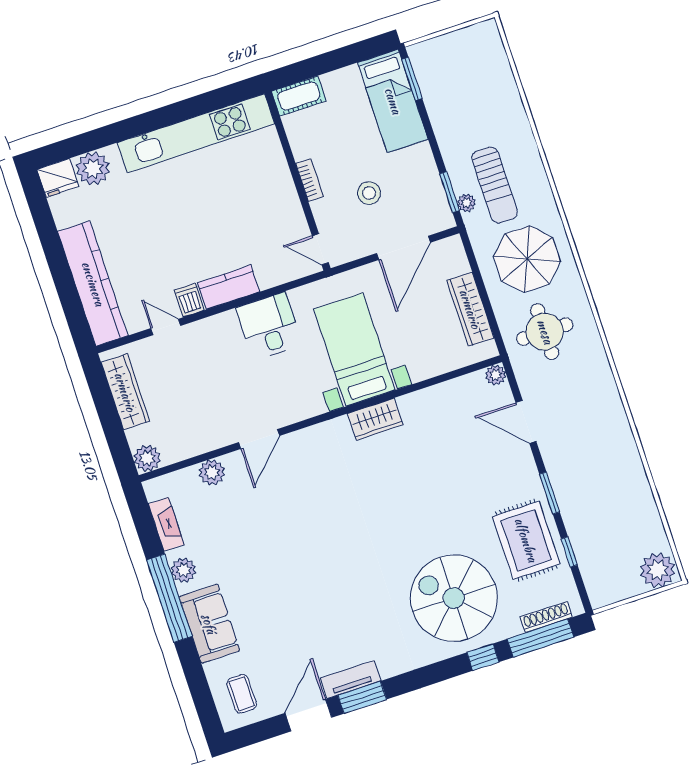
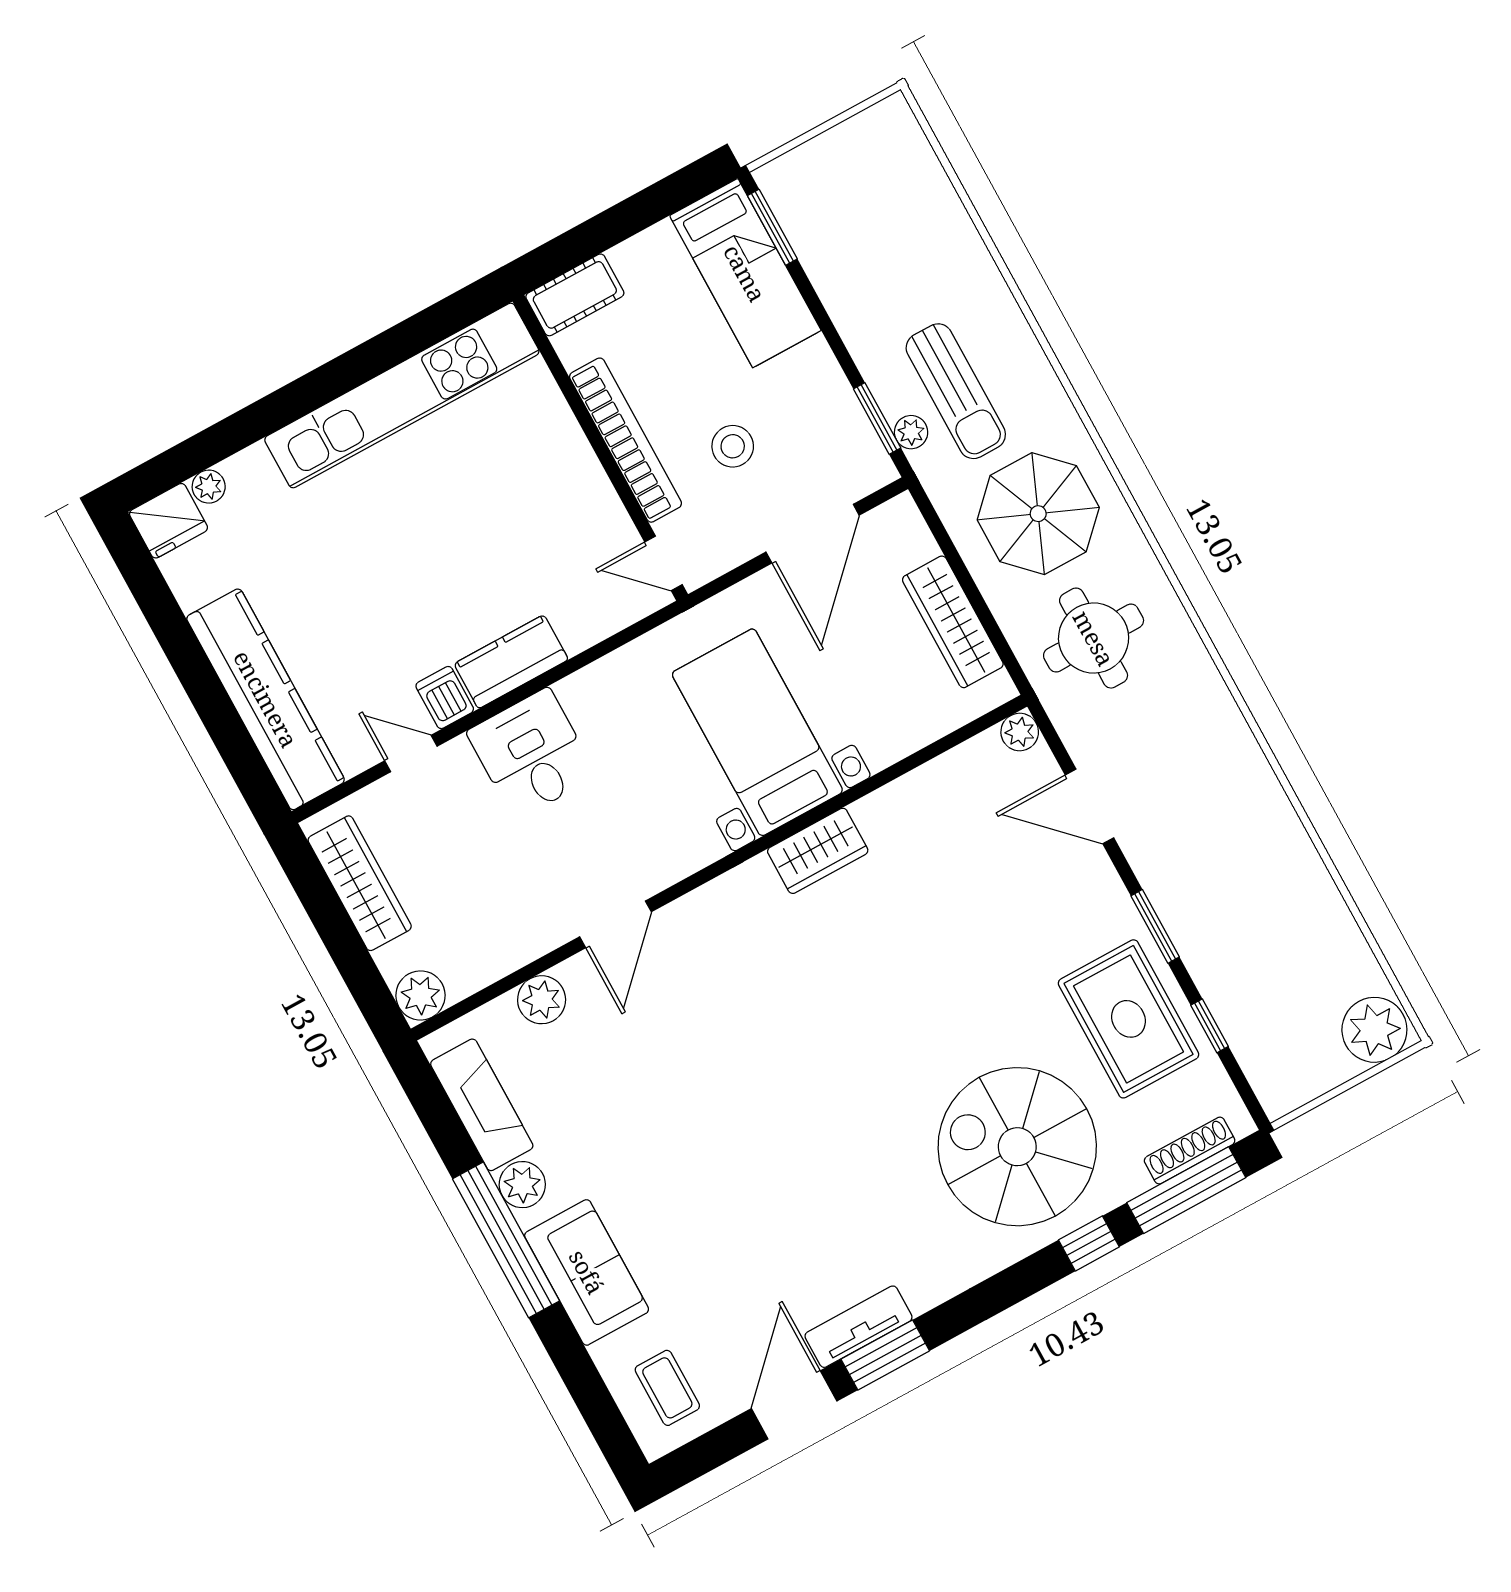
plant: (93, 168) -> (209, 487), width x0.53, depth x0.53
bookcase: (310, 180) -> (625, 440), width x2.31, depth x1.31
desk: (269, 326) -> (532, 754), moved
fireplace: (166, 524) -> (482, 1105), width x1.37, depth x1.32

